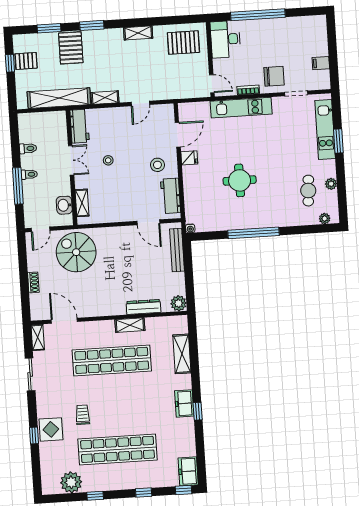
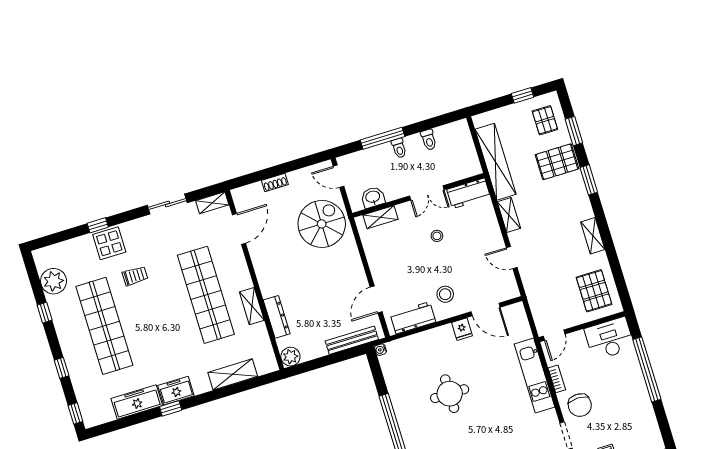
pallet: (26, 61) -> (545, 120), moved
freezer: (188, 471) -> (137, 402), moved, width x1.40

